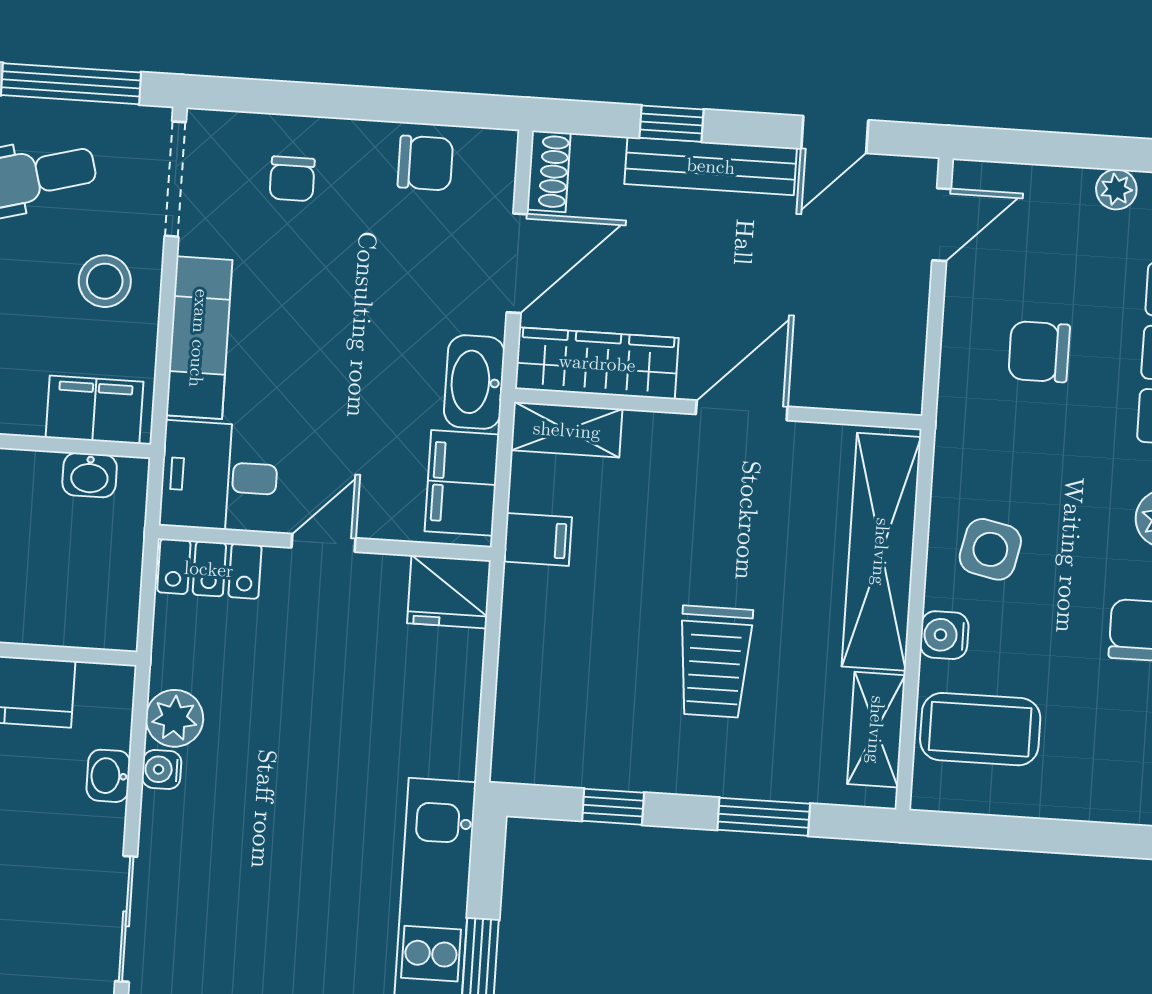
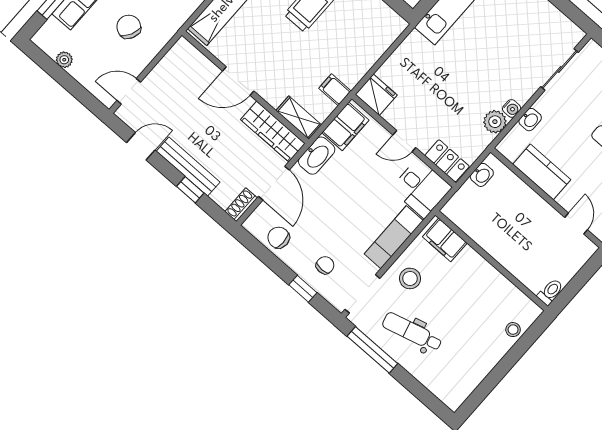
window: (300, 99) -> (303, 289), added
door: (517, 263) -> (274, 183), swing flipped
chair: (1039, 352) -> (129, 27), turned -153
washbasin: (90, 475) -> (482, 175), moved, turned 90

